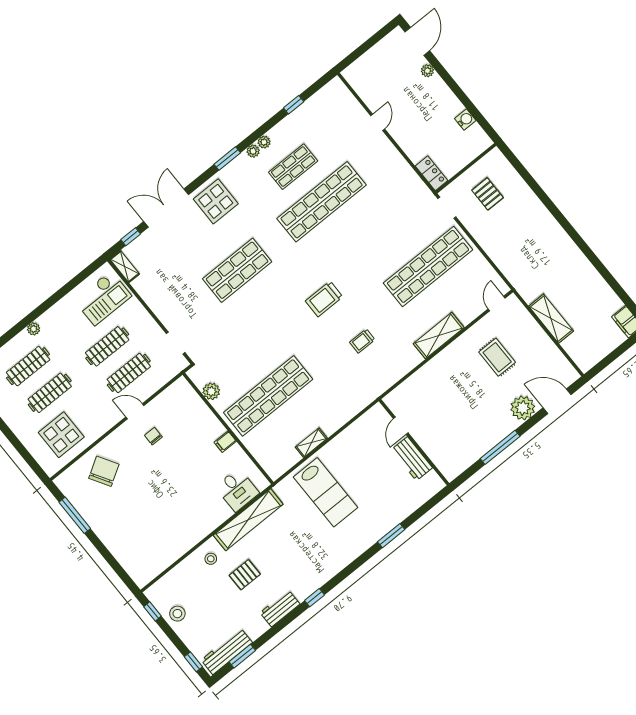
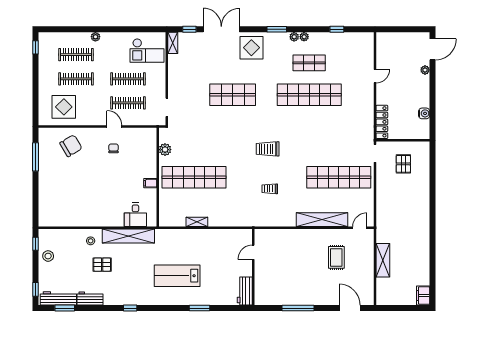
locker: (431, 173) -> (382, 122), width x1.53
shelving: (439, 336) -> (322, 220), width x1.47
plant: (523, 408) -> (328, 296), removed
workbench: (412, 459) -> (245, 291), moved
lab bench: (326, 492) -> (177, 276), moved, turned 90
workbench: (280, 608) -> (90, 299), moved

